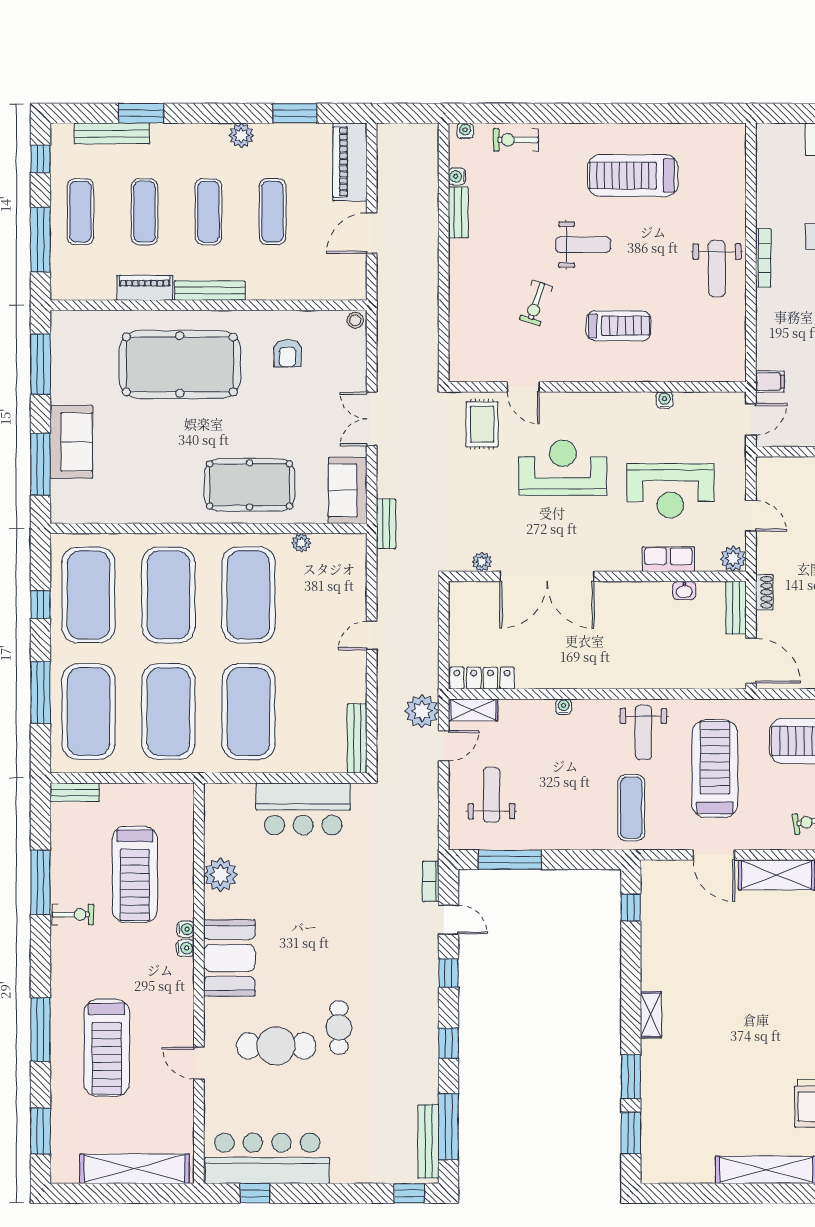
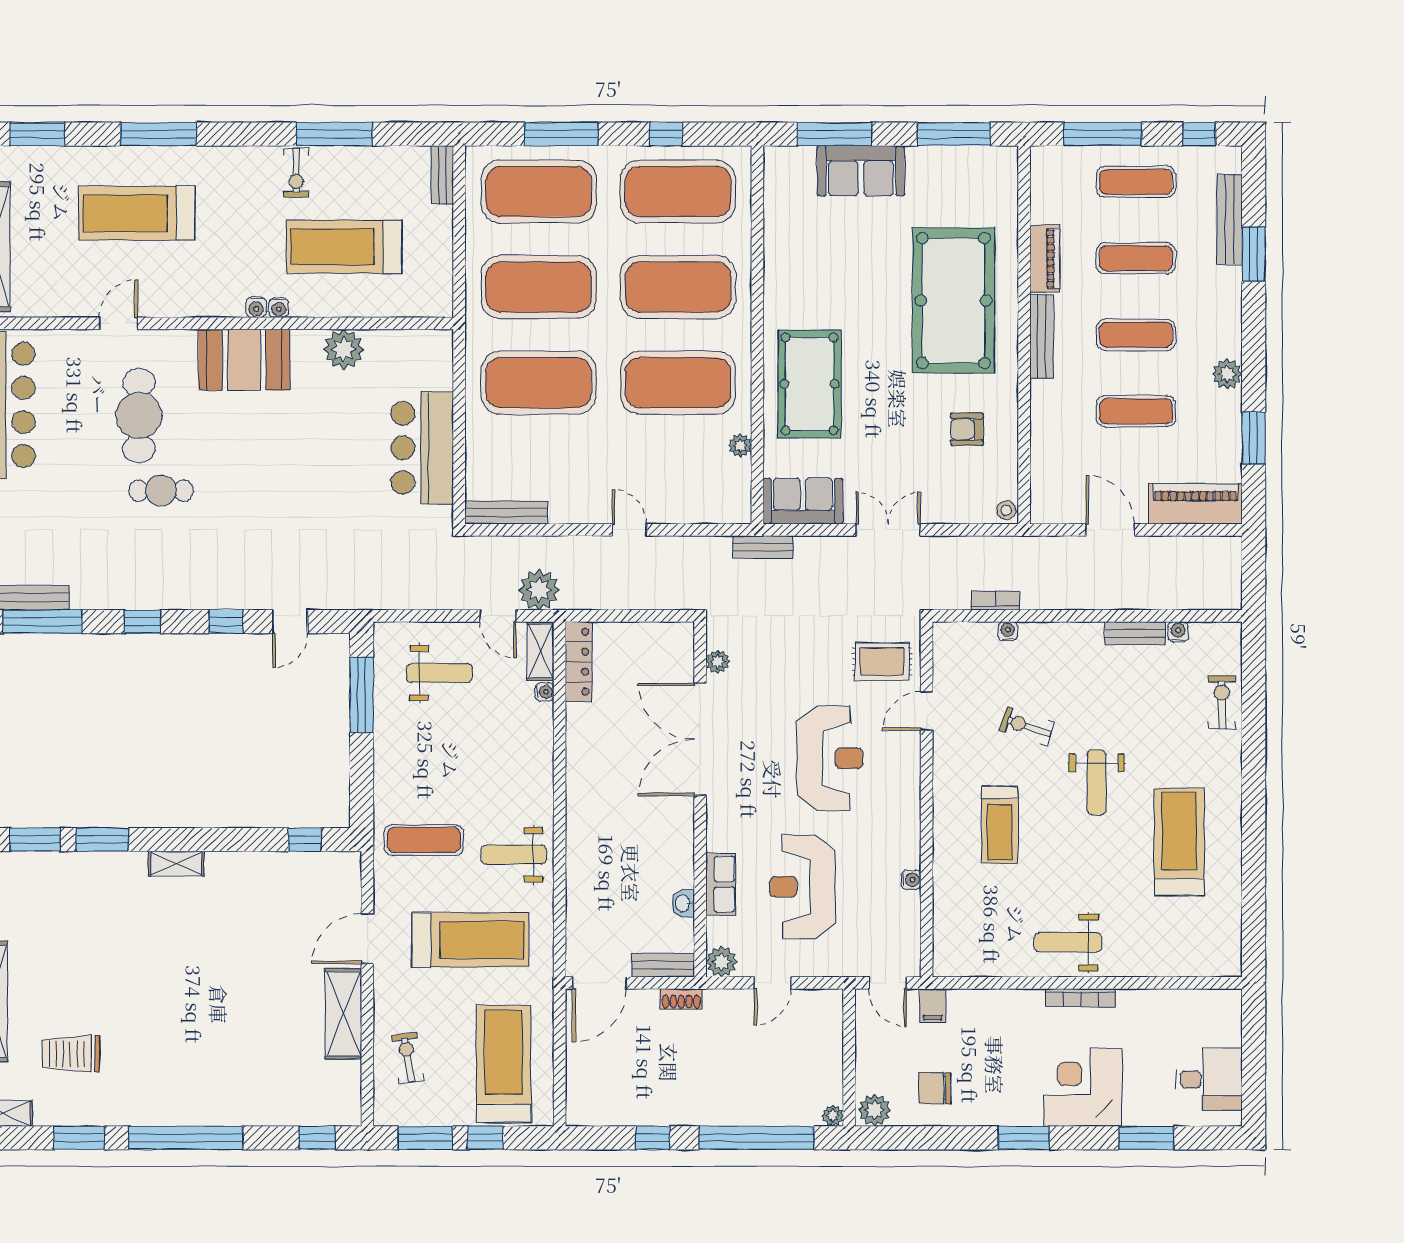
water cooler: (465, 131) -> (1008, 631), moved, turned -90
water cooler: (564, 707) -> (544, 692), moved
bookcase: (431, 882) -> (996, 600), moved

